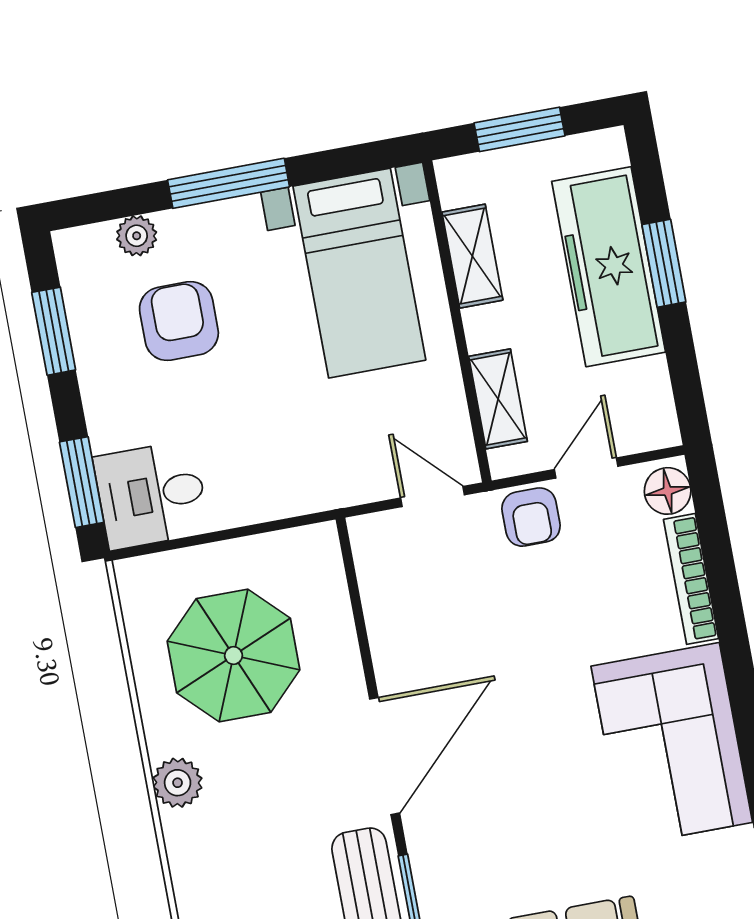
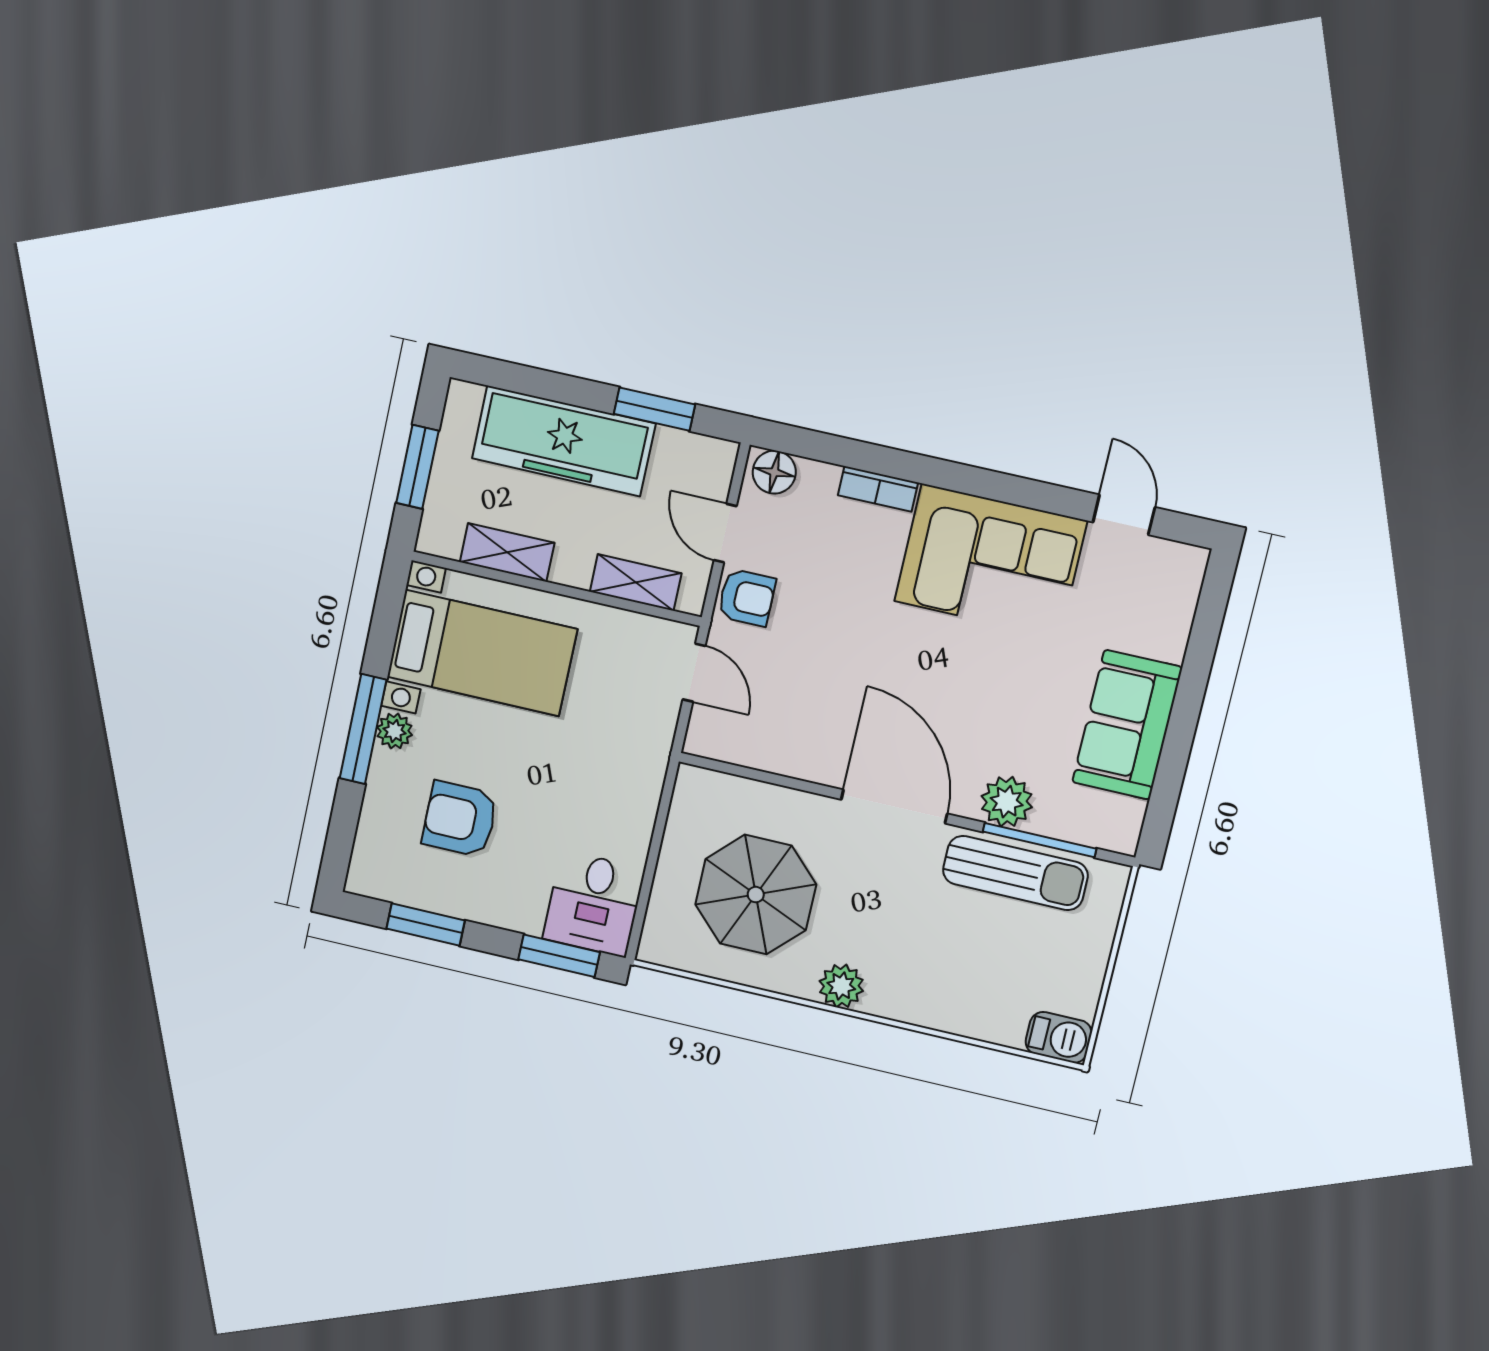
plant: (137, 236) -> (395, 731), moved
window: (664, 263) -> (654, 409), moved
door: (432, 496) -> (694, 673), swing flipped
bookcase: (691, 579) -> (878, 489), width x0.64
plant: (439, 866) -> (1007, 802), added

